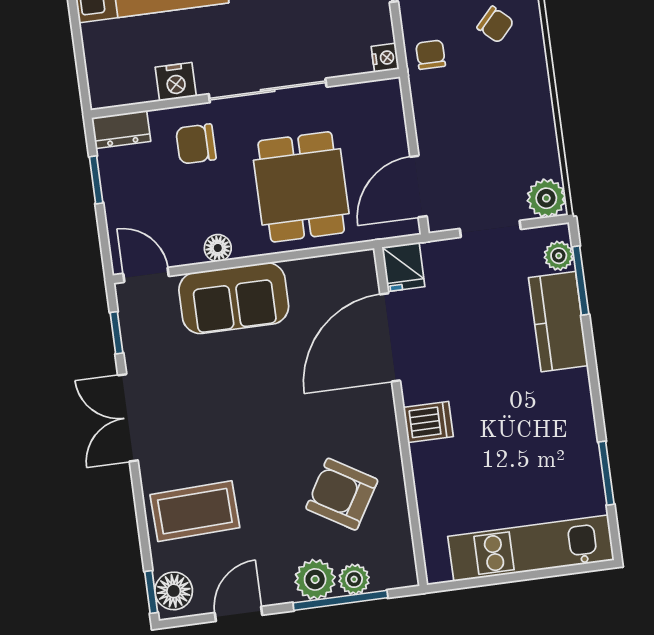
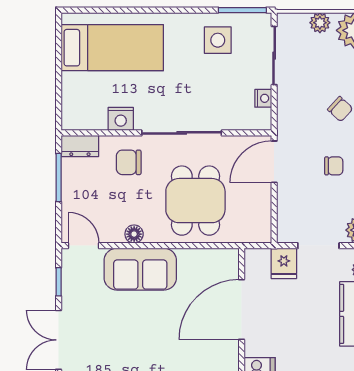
chair: (431, 55) -> (334, 166), moved, turned 90
nightstand: (385, 58) -> (263, 98), moved
window: (96, 180) -> (59, 177), width x1.50
door: (418, 186) -> (274, 162), moved
fridge: (403, 267) -> (284, 263), moved

